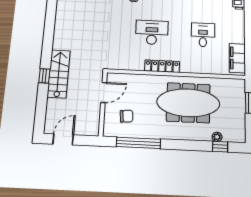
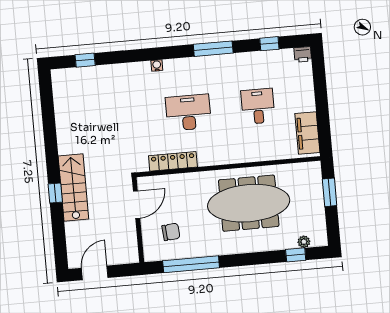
locker: (162, 66) -> (173, 161), moved
plant: (217, 137) -> (304, 242), moved

